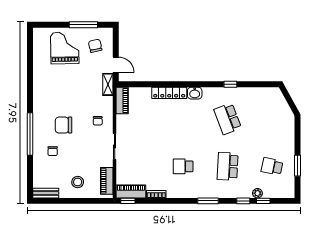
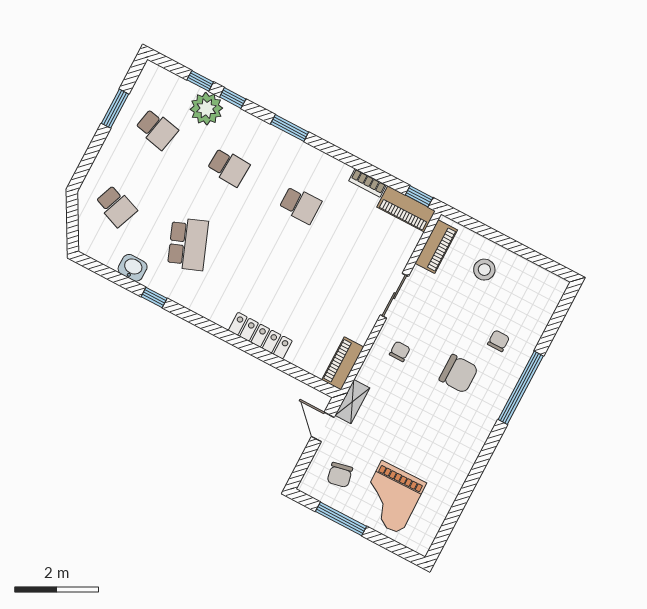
washbasin: (195, 93) -> (133, 268), moved
school desk: (272, 119) -> (116, 206), added
school desk: (228, 166) -> (228, 167), width x0.54
bench: (46, 193) -> (545, 279), removed
plant: (257, 193) -> (206, 109), width x1.88, depth x1.88

